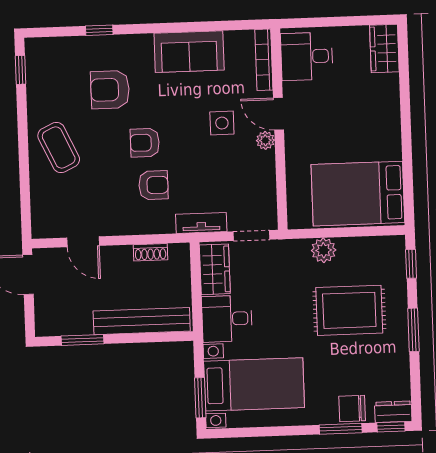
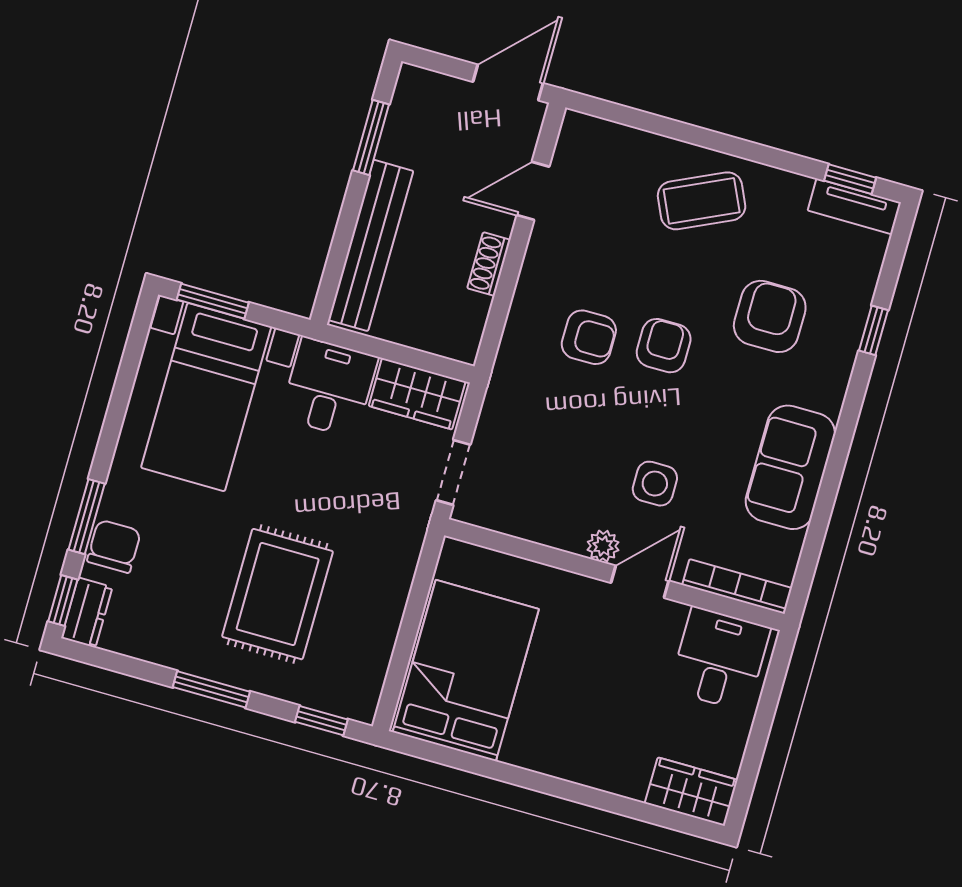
armchair: (153, 185) -> (589, 337), turned -90
tv unit: (201, 223) -> (854, 206), moved, turned 90
plant: (324, 250) -> (391, 583), removed
shoe rack: (150, 252) -> (489, 264), moved

